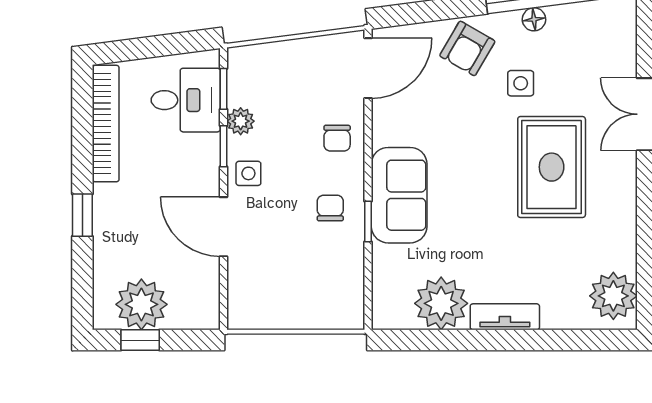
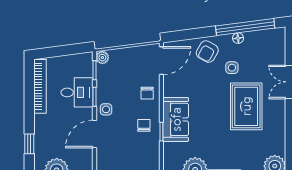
desk: (186, 100) -> (77, 92), moved
plant: (241, 121) -> (102, 58), moved
window: (82, 215) -> (29, 144), moved
door: (224, 227) -> (95, 134), hinge flipped

